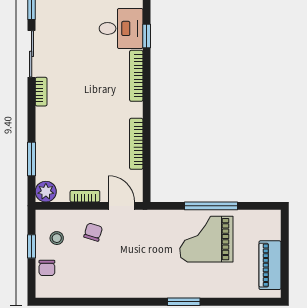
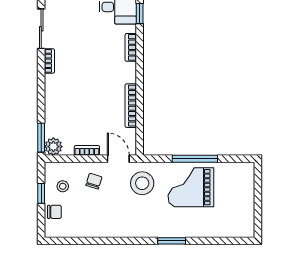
bookcase: (136, 76) -> (131, 47), width x0.64
window: (32, 159) -> (41, 138), moved
stool: (150, 234) -> (142, 183), added
piano: (270, 265) -> (245, 209), removed
chair: (47, 268) -> (54, 212), turned -90

